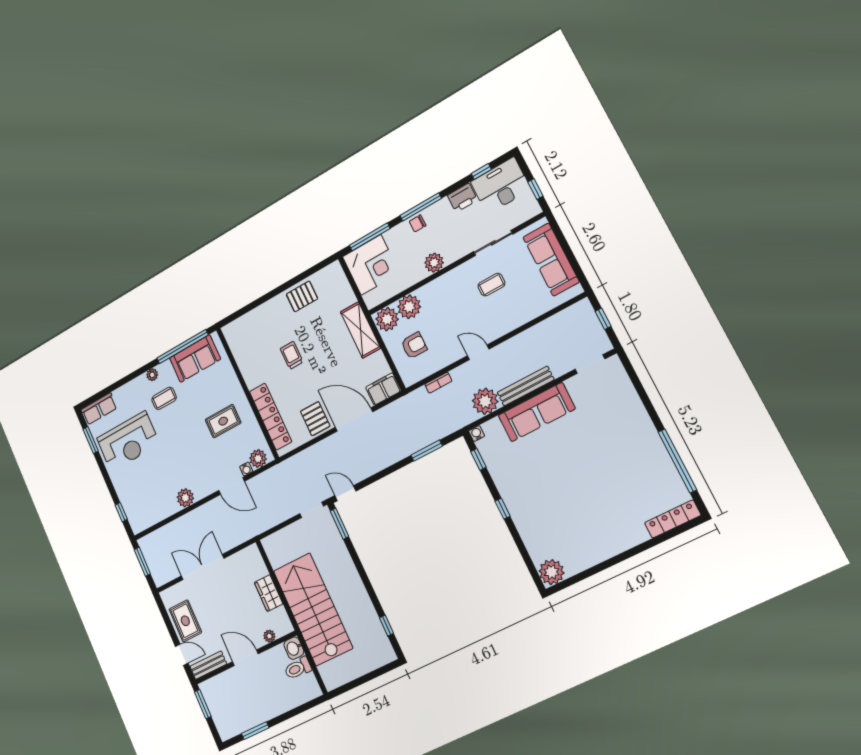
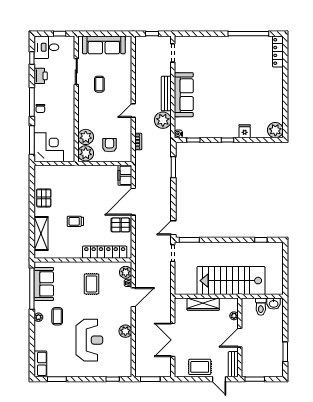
desk: (501, 186) -> (46, 47), width x0.73
plant: (434, 263) -> (68, 110), removed
shelving: (360, 330) -> (41, 234), moved, turned 90
reception desk: (128, 441) -> (89, 340), moved
fridge: (528, 527) -> (245, 131), added
wardrobe: (269, 593) -> (203, 304), width x1.50
washbasin: (294, 648) -> (274, 304), moved
door: (182, 655) -> (219, 379), swing flipped

